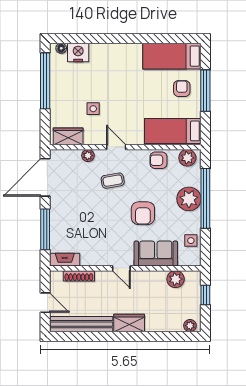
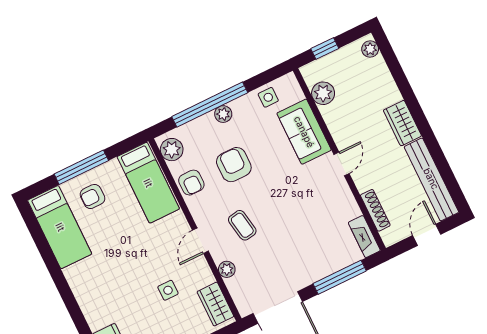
plant: (189, 199) -> (223, 114), width x0.53, depth x0.53
armchair: (143, 213) -> (234, 165), moved, turned -90

